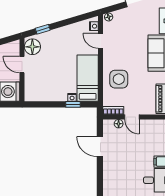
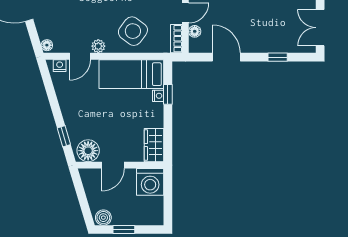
plant: (108, 54) -> (98, 46), added
side table: (119, 79) -> (133, 31), turned 37
wardrobe: (37, 94) -> (154, 145), added
door: (100, 147) -> (226, 57), swing flipped
window: (100, 184) -> (278, 57), added

